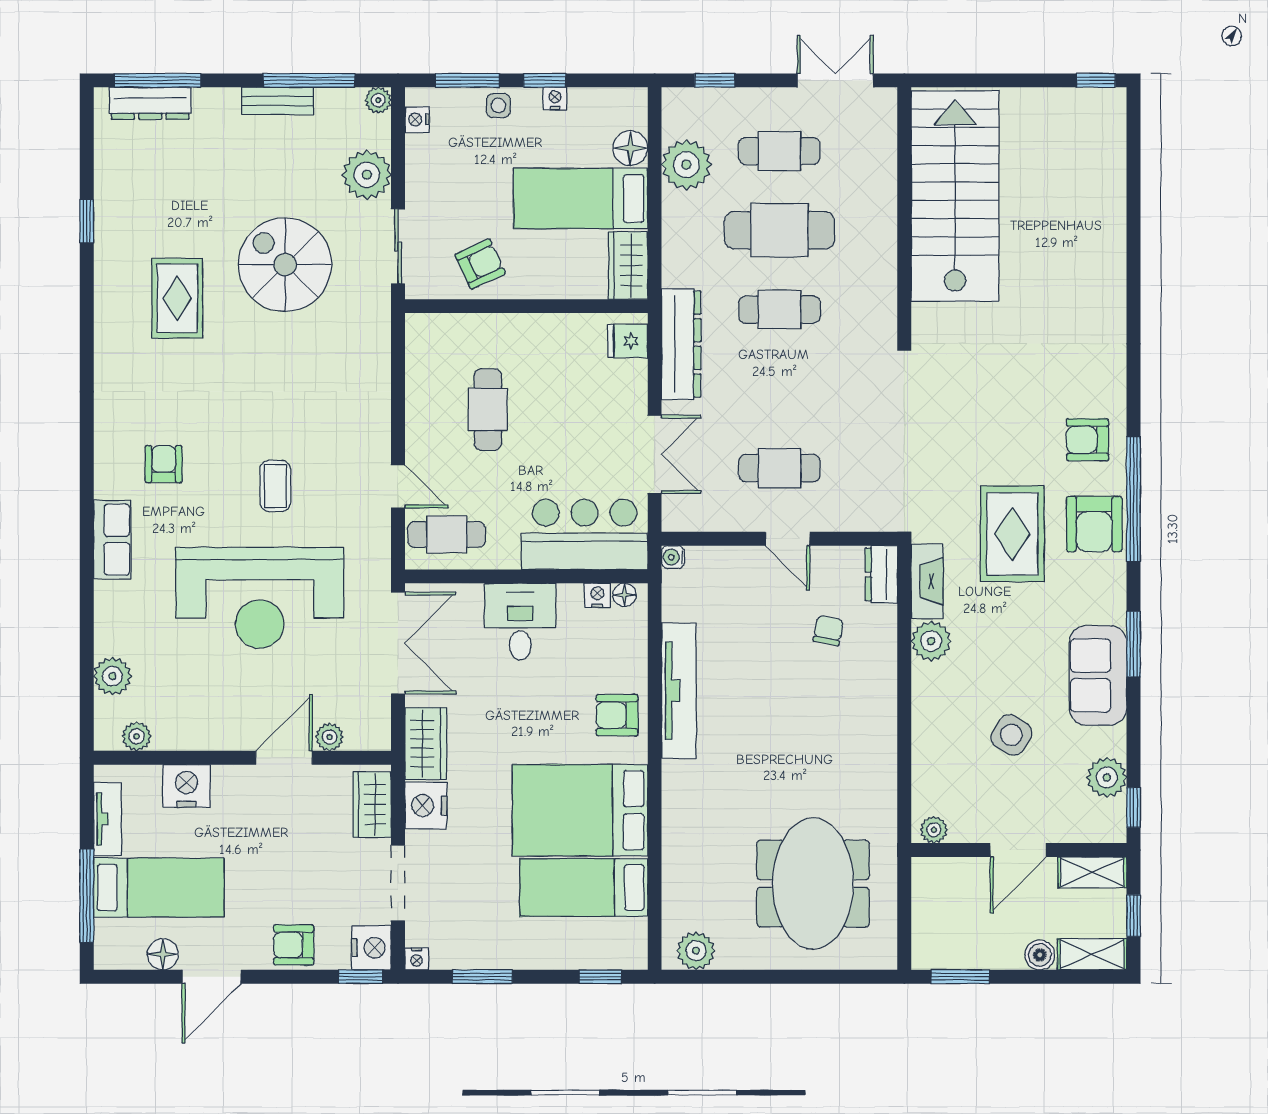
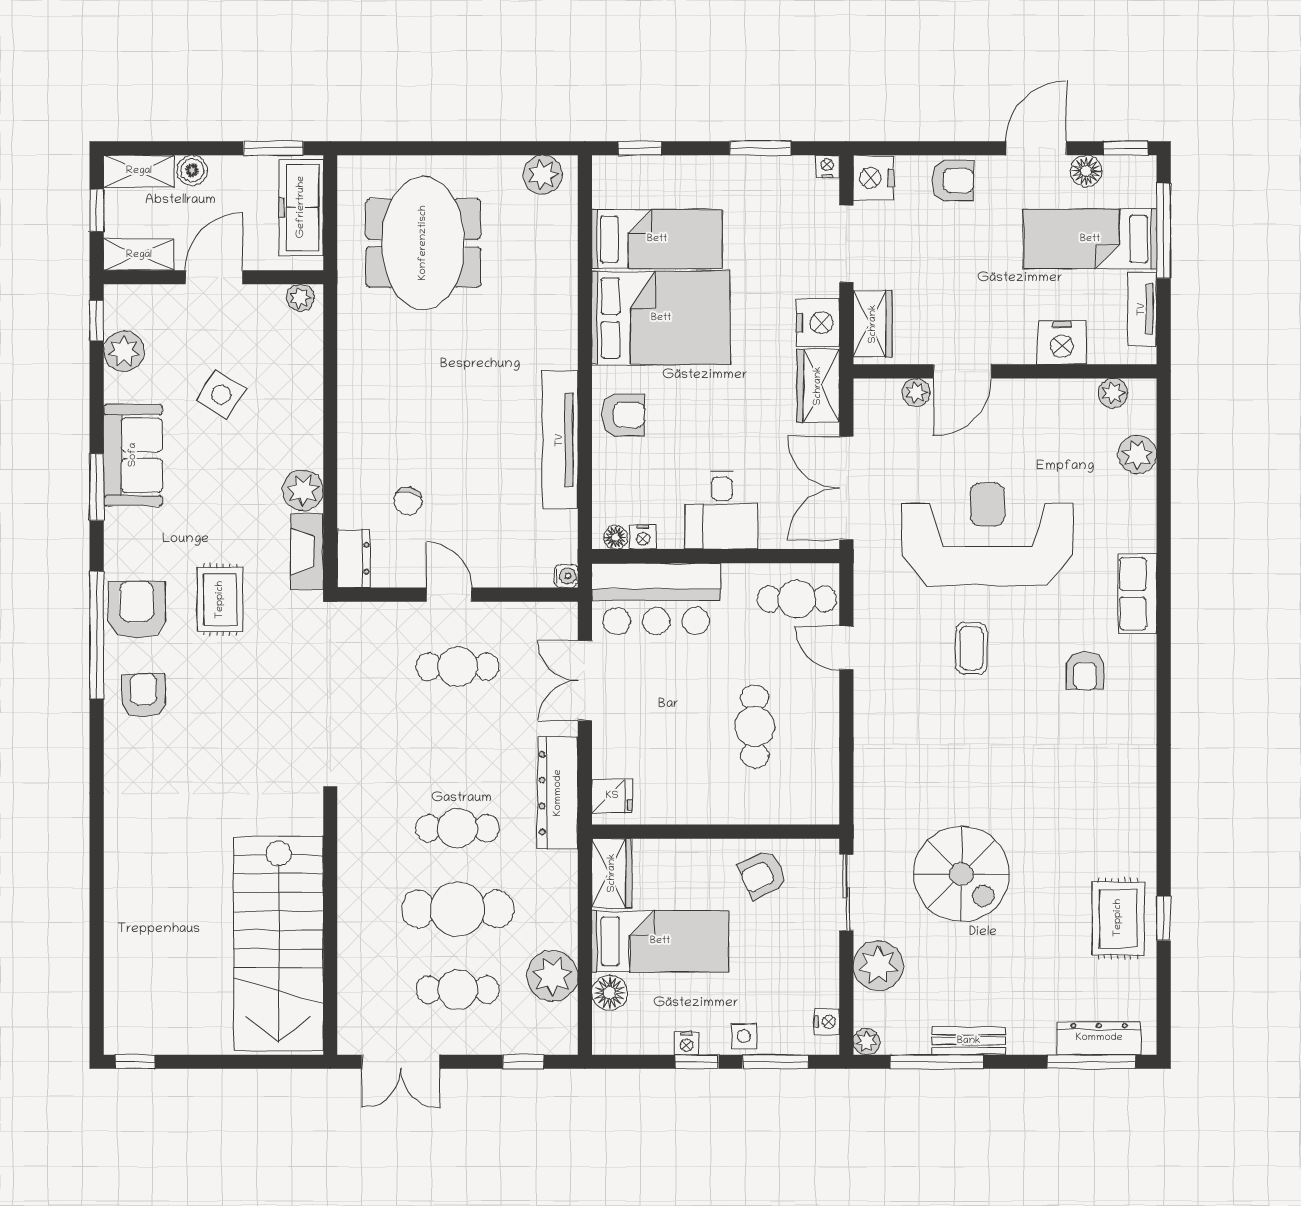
rug: (177, 298) -> (1118, 918), moved
armchair: (1088, 440) -> (144, 695), turned -91
rug: (1012, 534) -> (220, 600), width x0.73, depth x0.70
freezer: (933, 919) -> (301, 207), added
window: (361, 977) -> (1125, 148), moved

